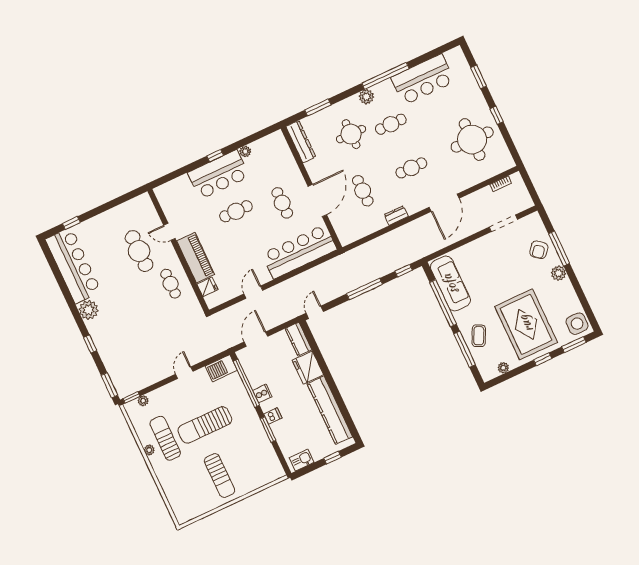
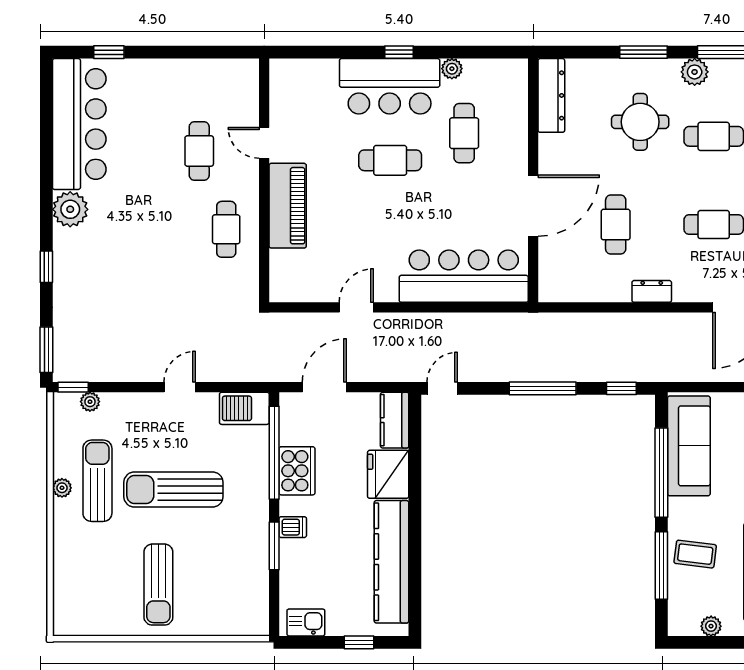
window: (318, 107) -> (644, 52), moved
cafe table: (282, 203) -> (464, 133), moved
cafe table: (139, 251) -> (199, 151), width x0.73, depth x0.74
fridge: (207, 287) -> (285, 263), removed
coffee table: (479, 336) -> (695, 554), turned 71
cooker: (262, 394) -> (297, 471), width x1.87, depth x1.31

